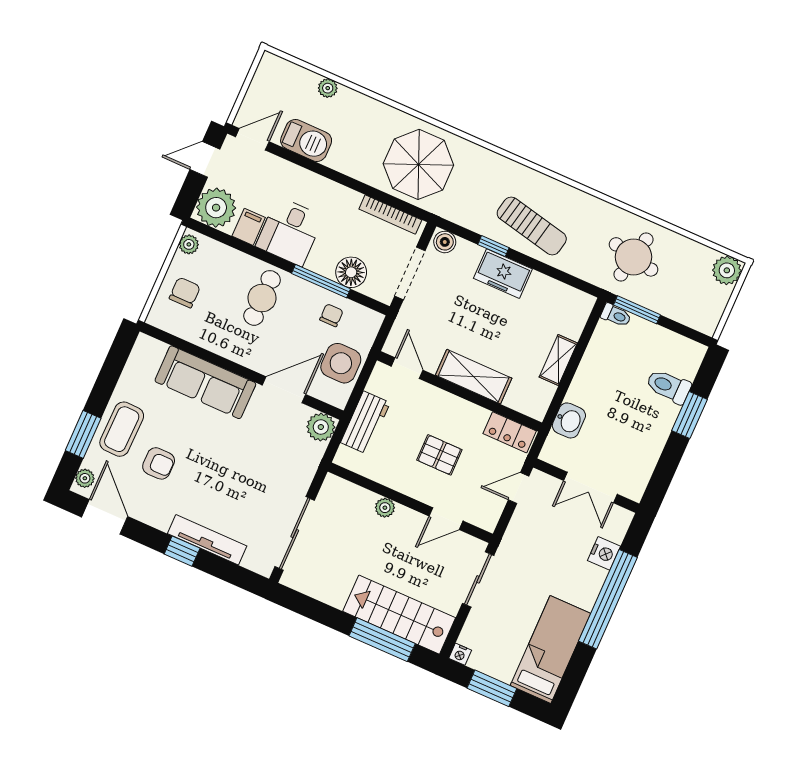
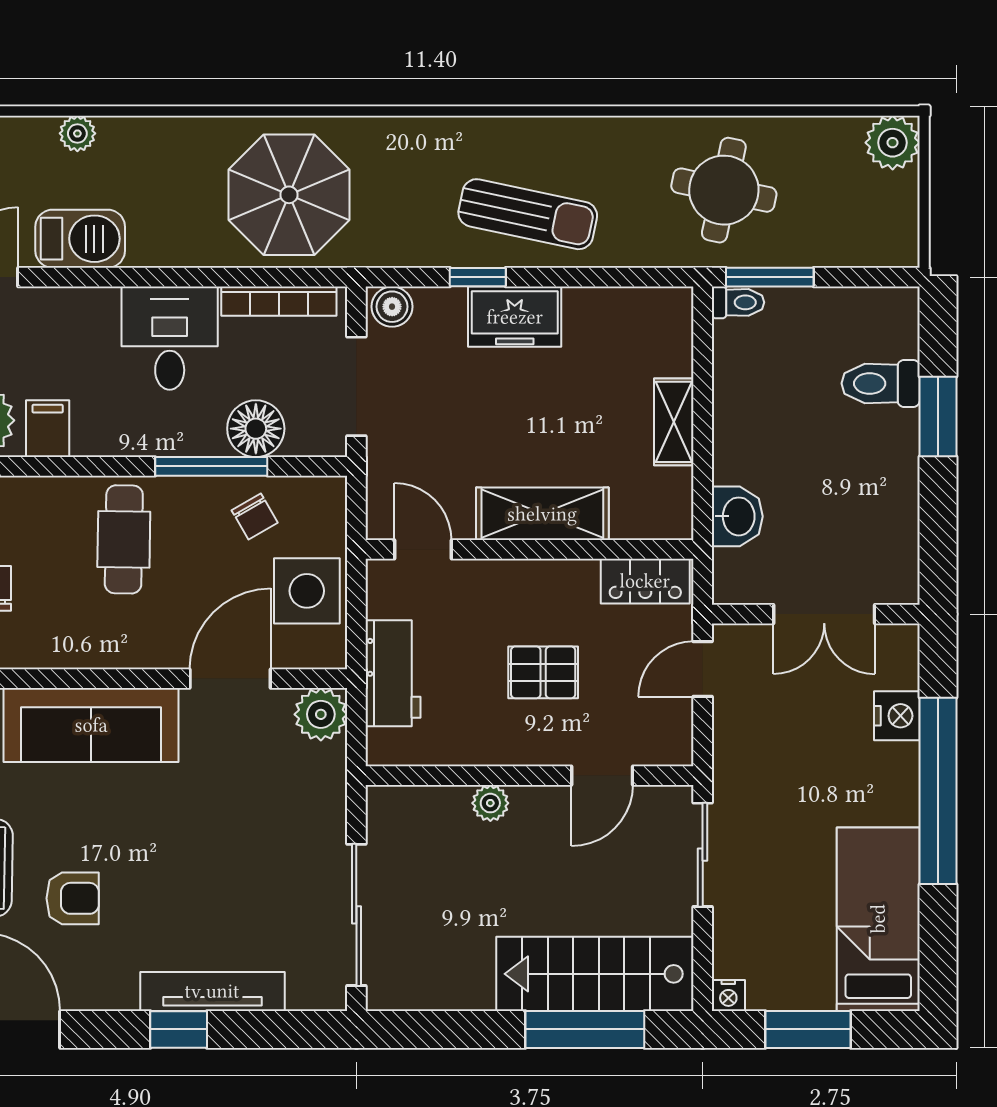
desk: (290, 231) -> (170, 338), moved, turned 180
chair: (331, 315) -> (255, 516), turned 150

